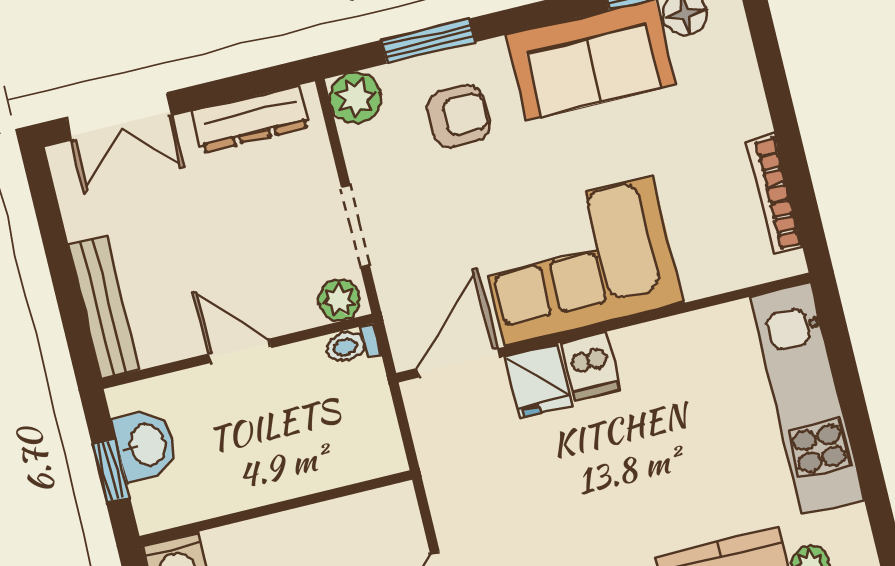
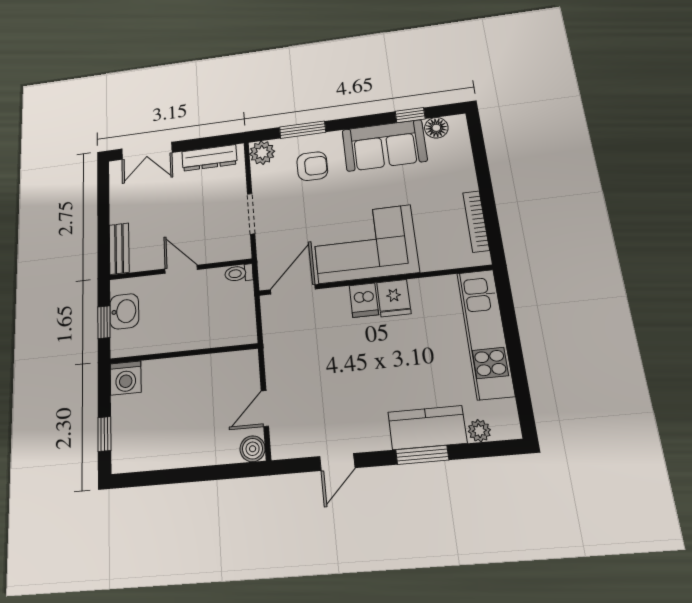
plant: (339, 300) -> (236, 250), removed
bench: (104, 307) -> (119, 249), width x0.73
fridge: (538, 381) -> (394, 298), moved

